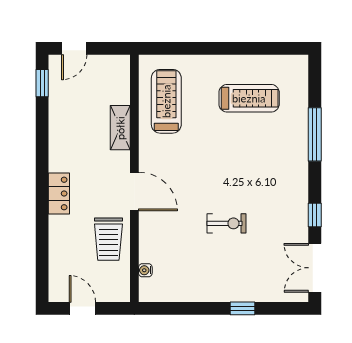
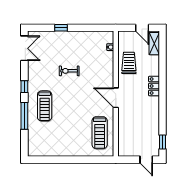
door: (74, 48) -> (146, 160), swing flipped
treadmill: (249, 98) -> (45, 106), moved, turned -90
shelving: (120, 128) -> (154, 44), moved
door: (134, 191) -> (116, 98), moved
window: (315, 215) -> (24, 87), moved

